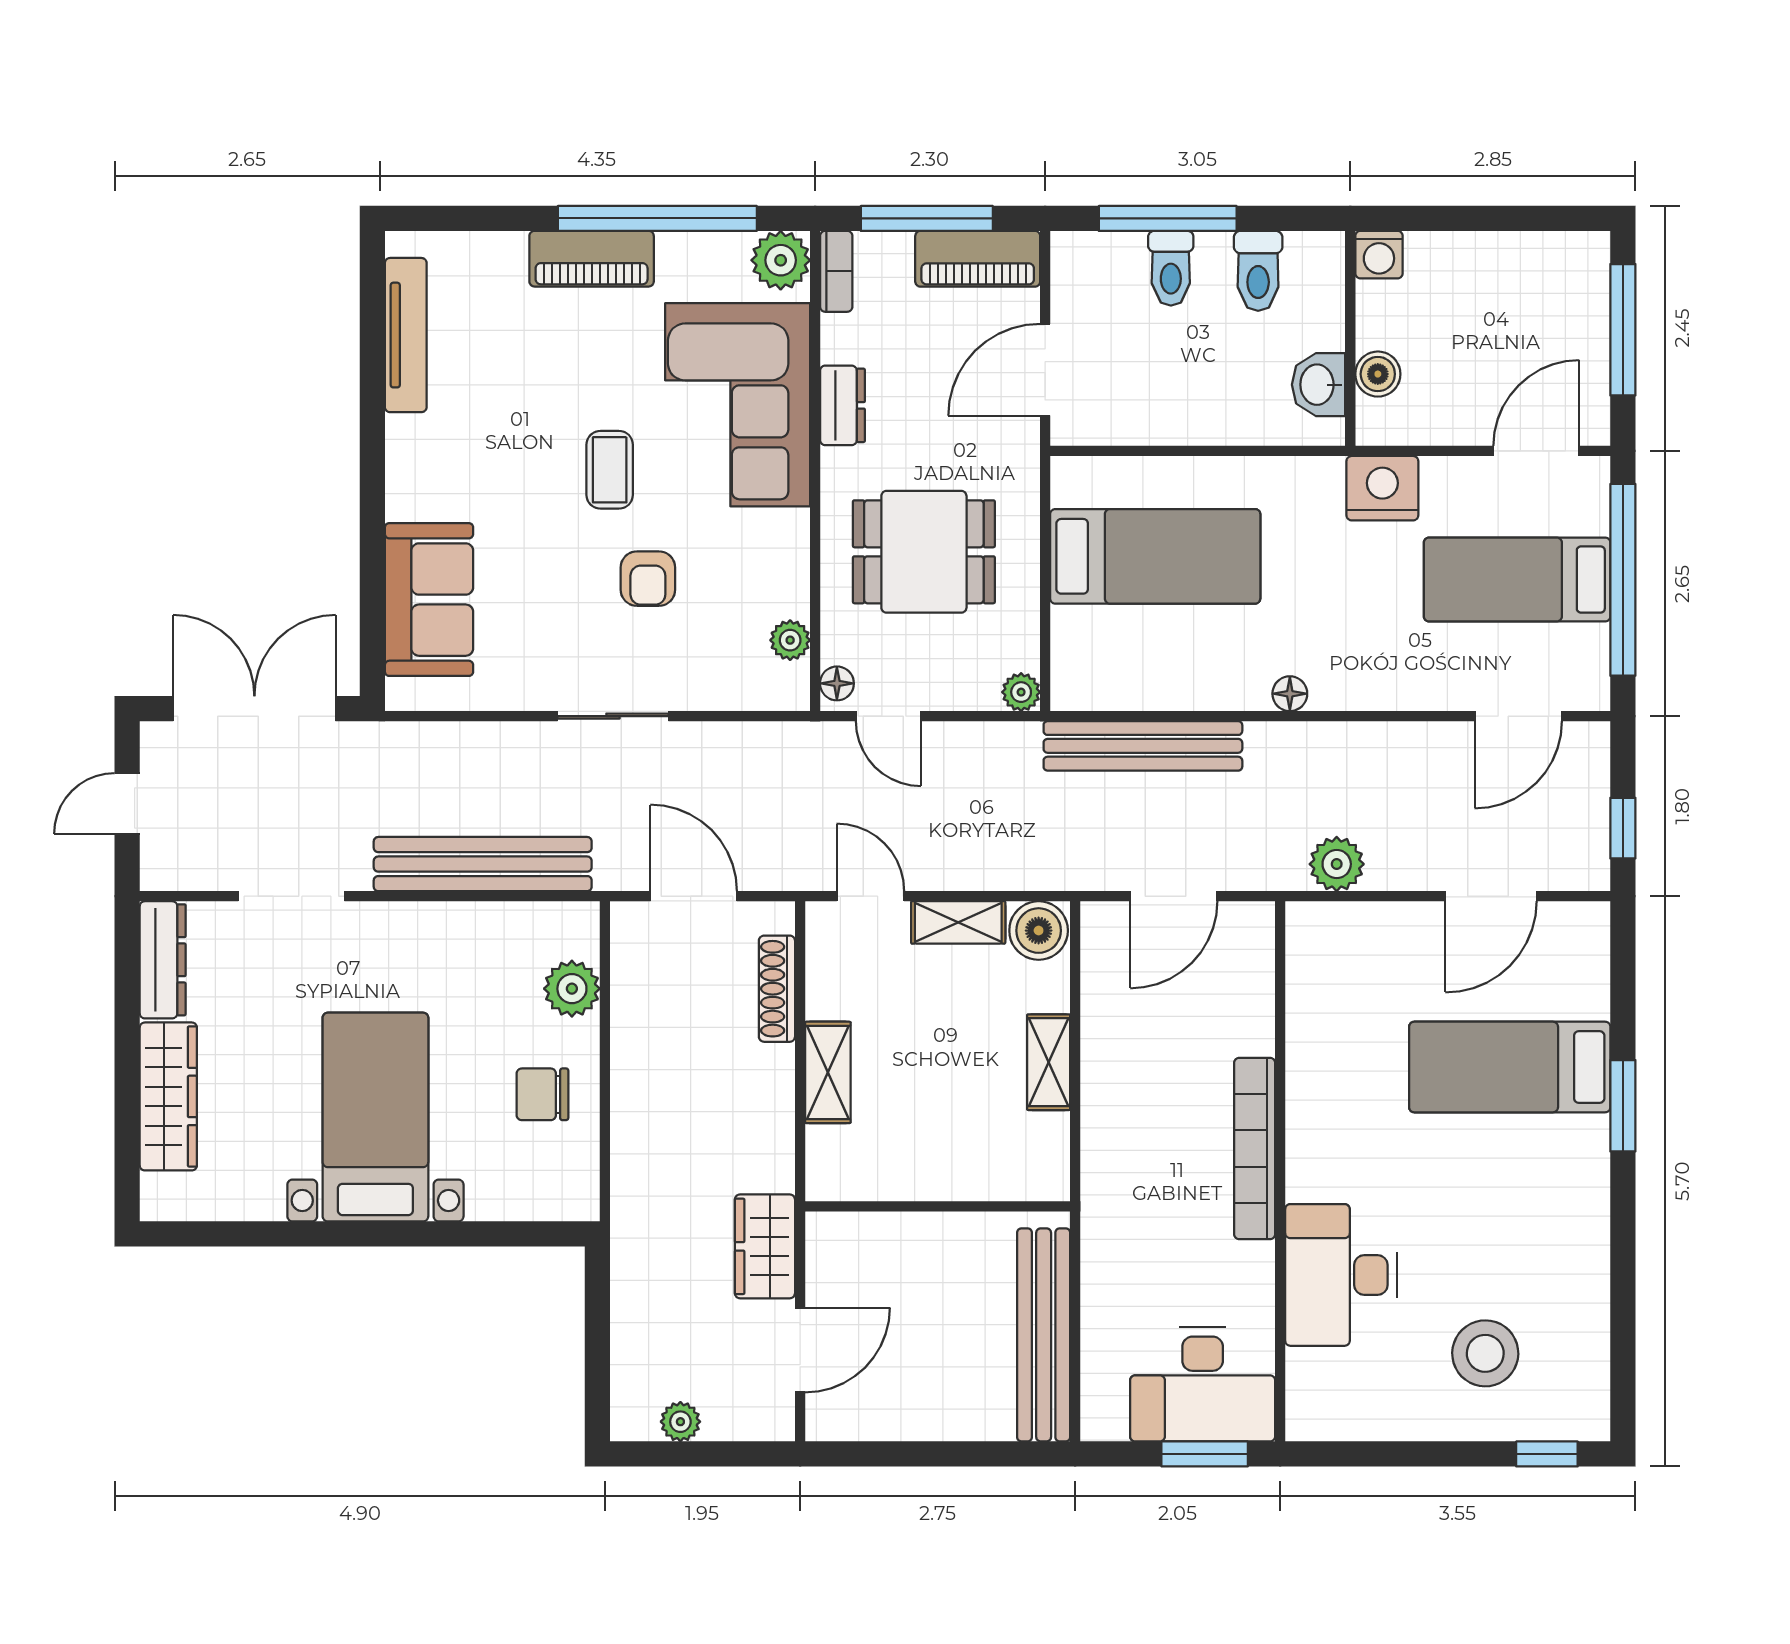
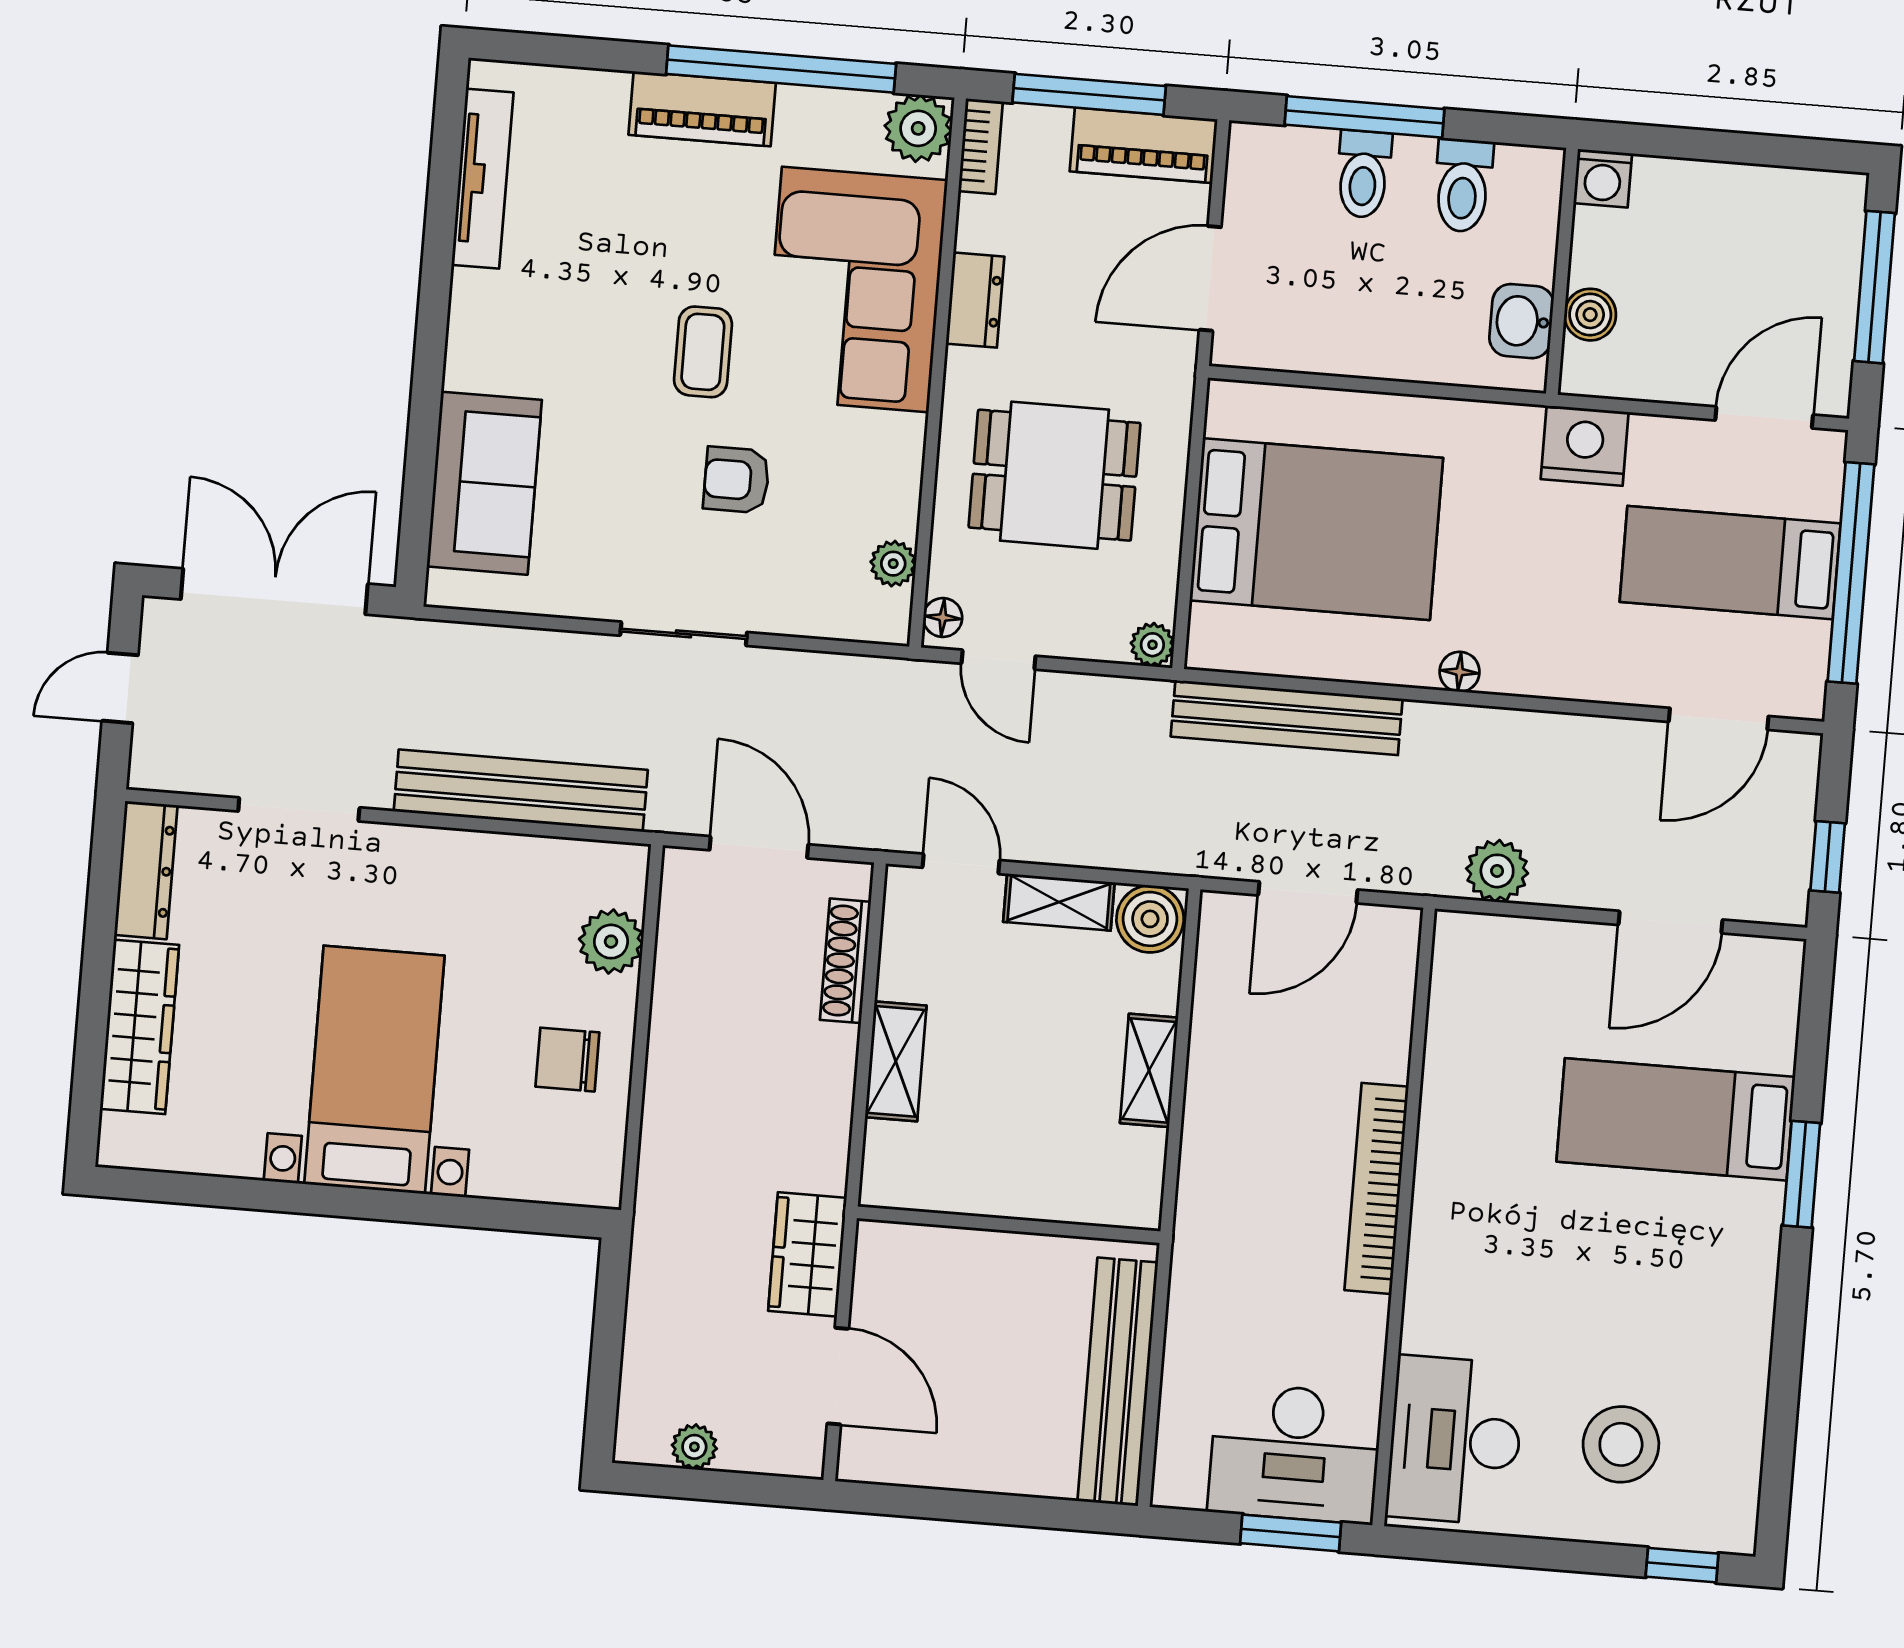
bed: (1155, 556) -> (1316, 529), width x1.50
armchair: (648, 579) -> (736, 480), turned 90
desk: (1341, 1275) -> (1455, 1440), moved
door: (800, 1350) -> (838, 1376), hinge flipped

